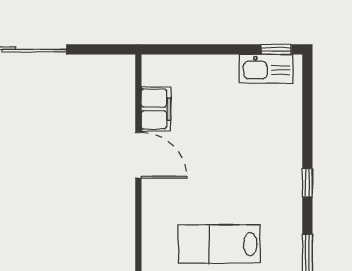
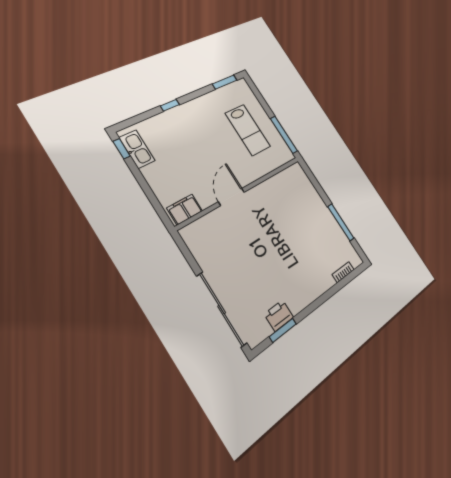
filing cabinet: (156, 109) -> (185, 209), moved
window: (307, 183) -> (170, 105), moved

